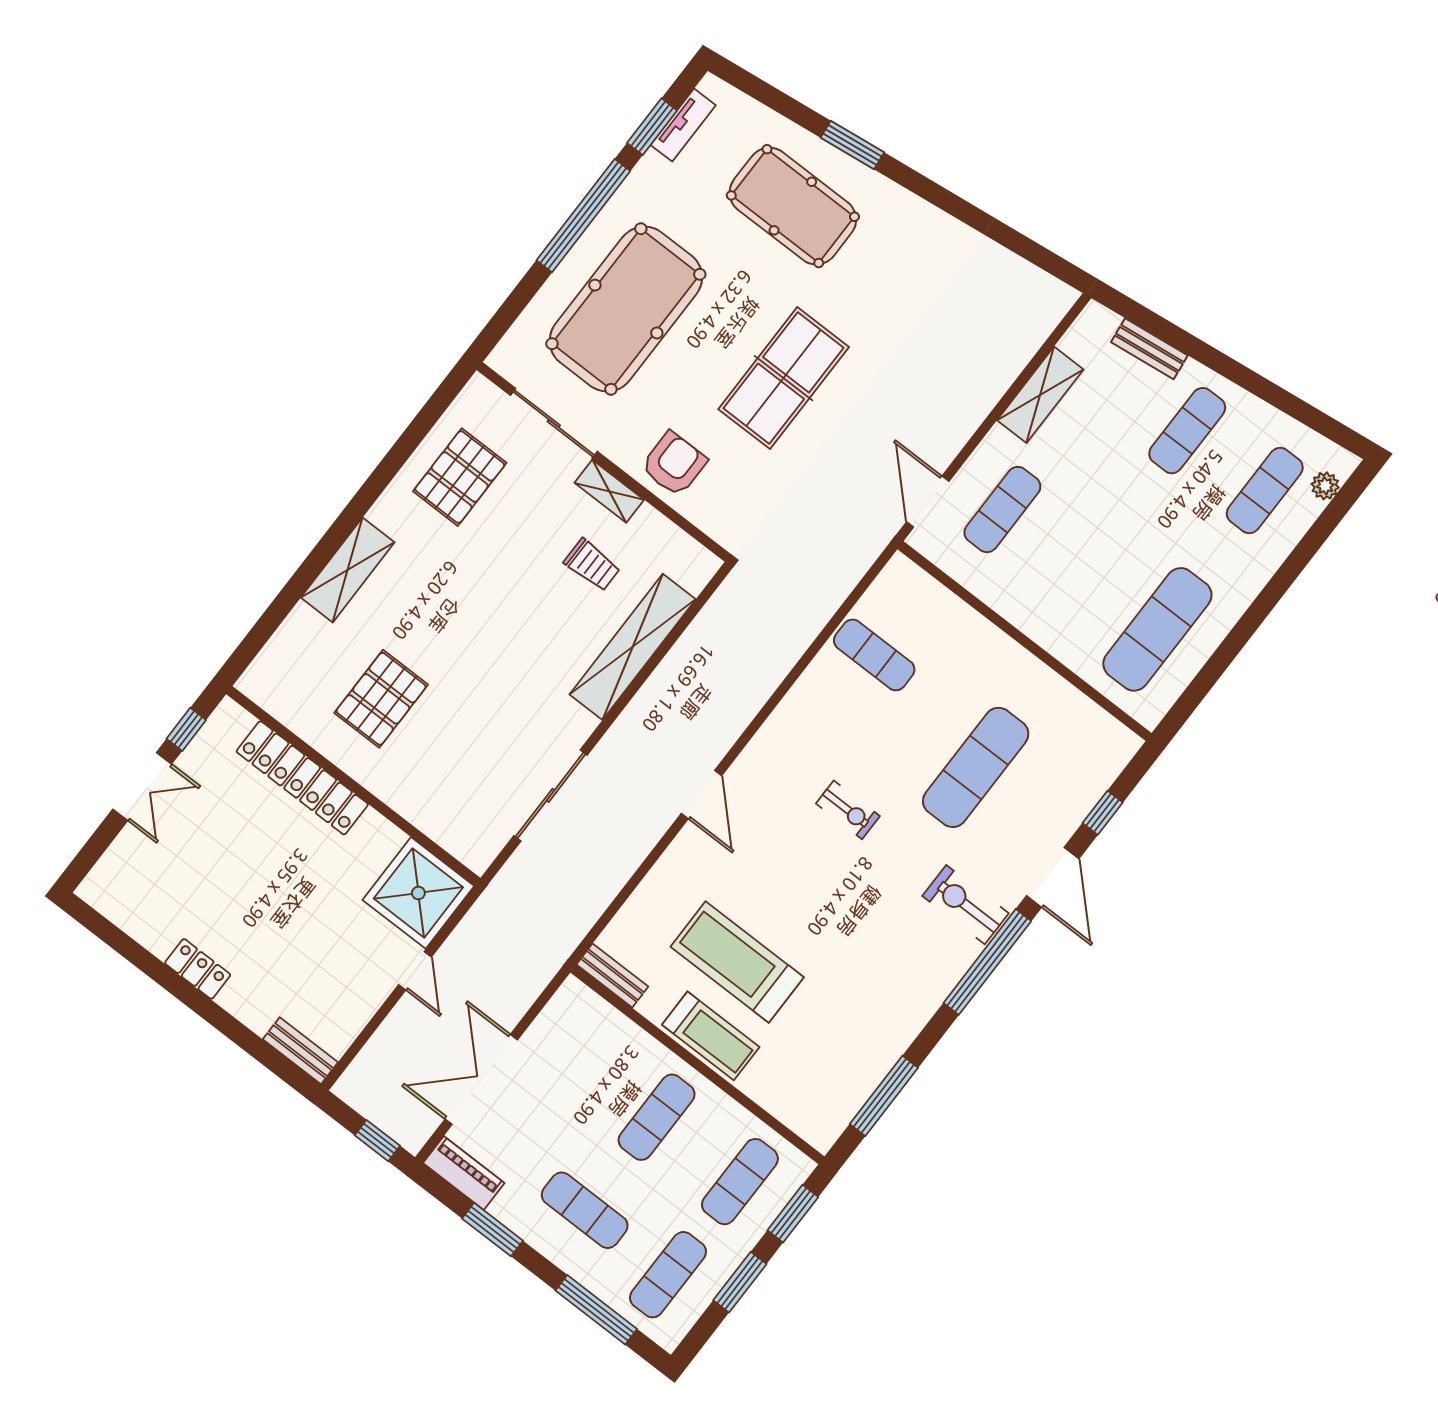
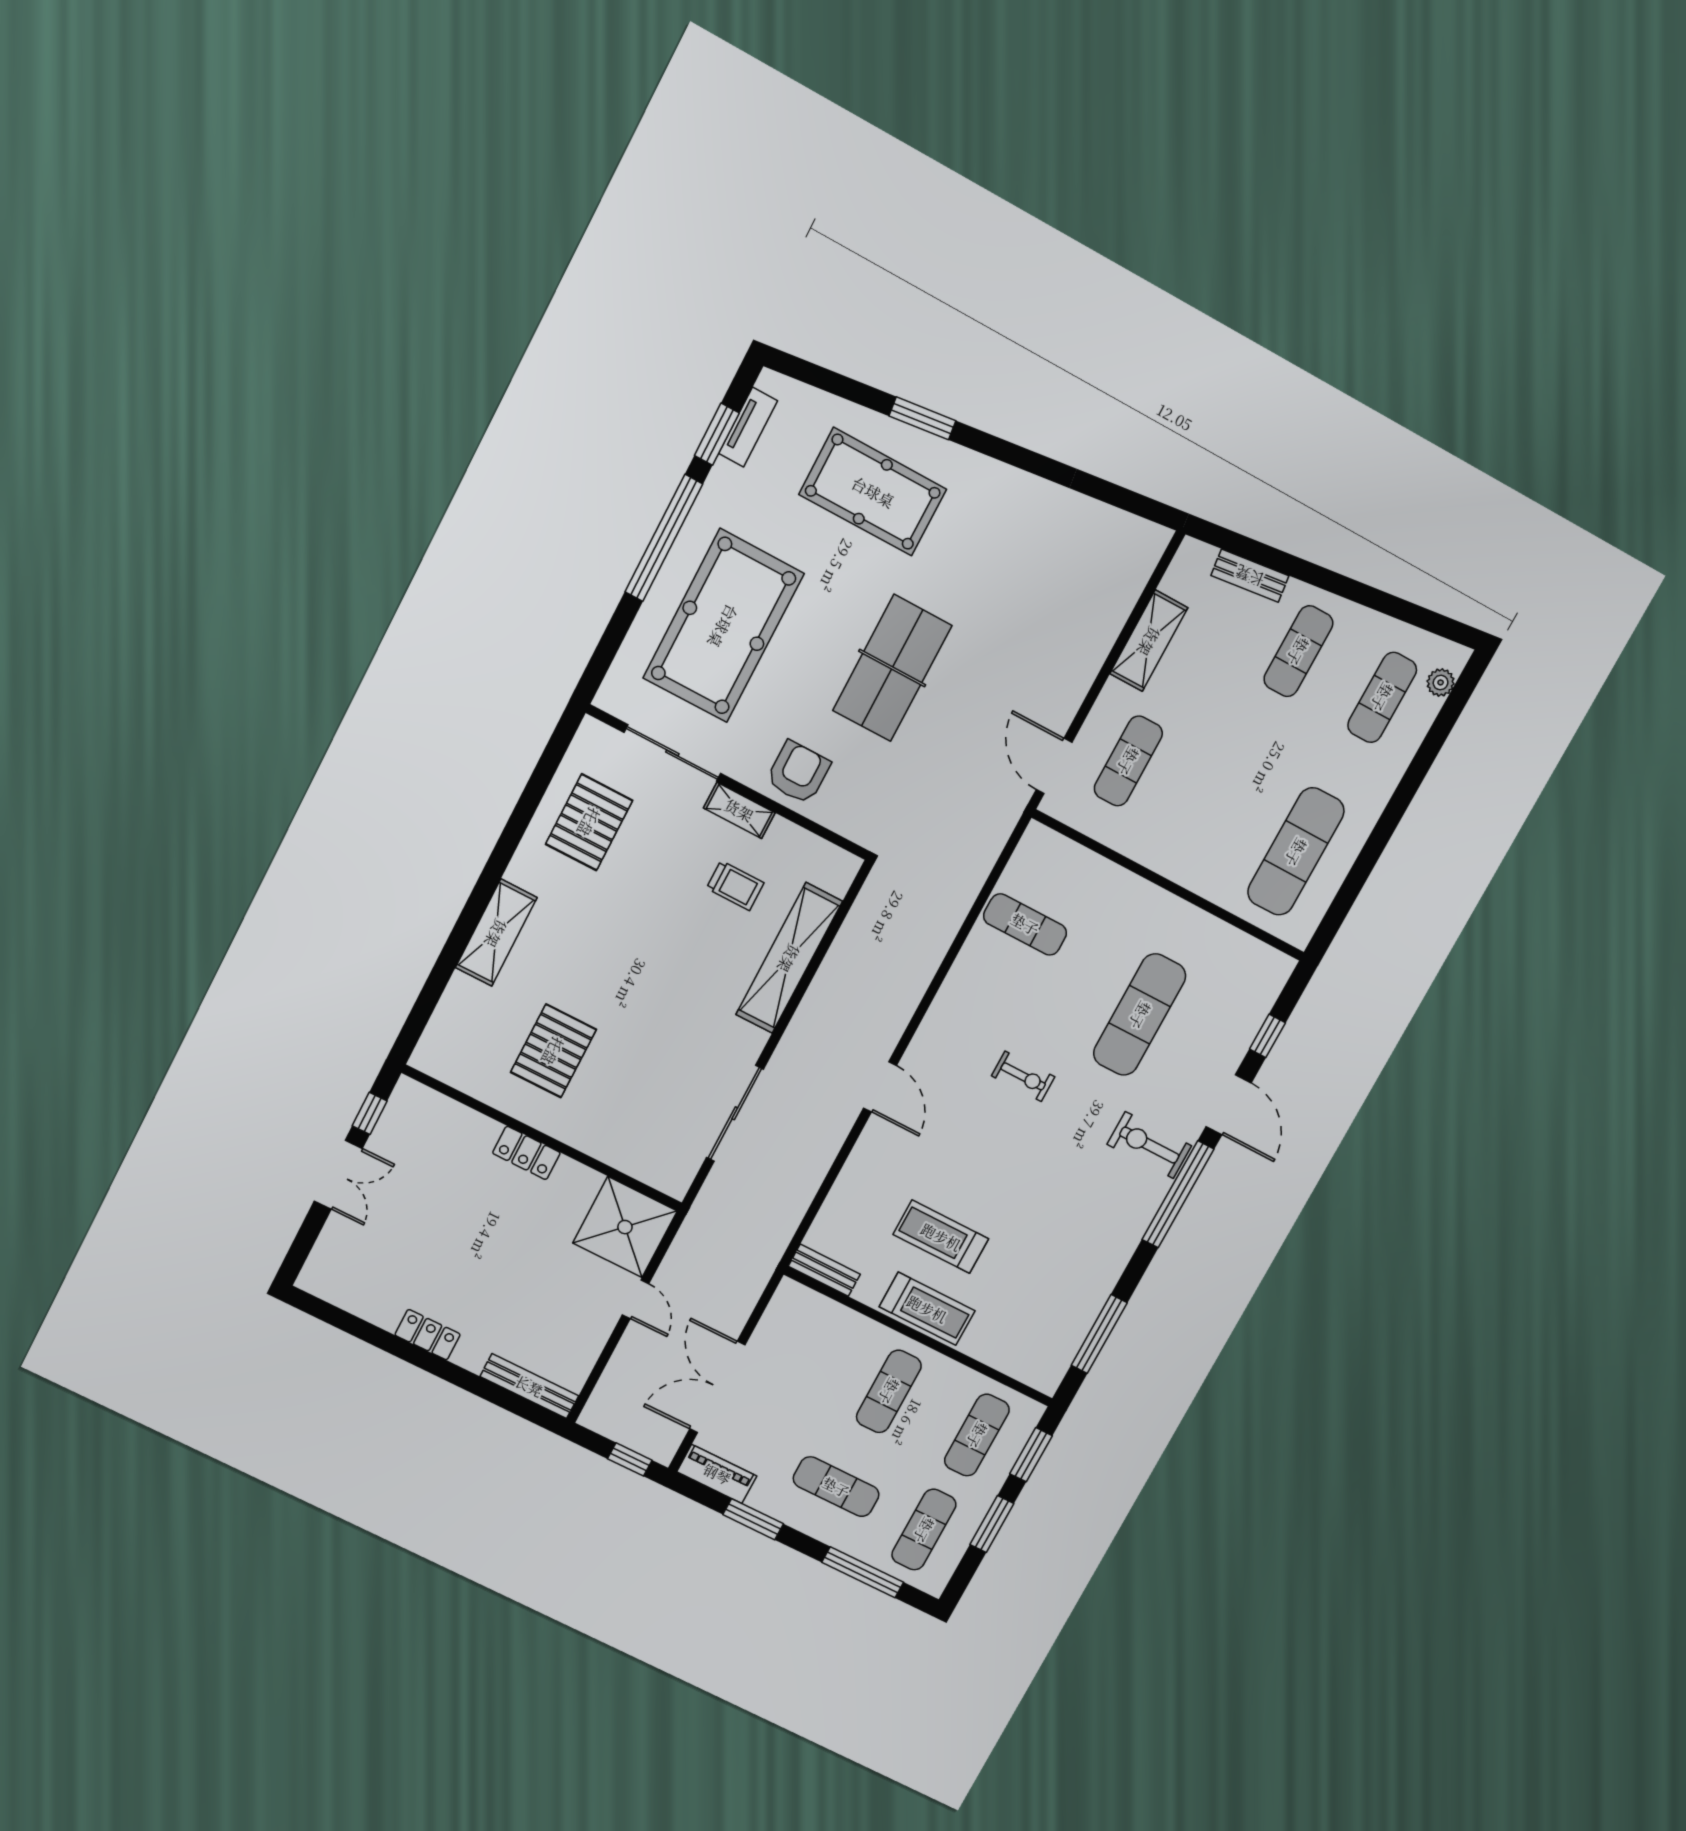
locker: (302, 778) -> (526, 1153), width x0.46, depth x0.83
treadmill: (737, 962) -> (941, 1237), width x0.73, depth x0.73
bench: (300, 1051) -> (529, 1386), width x1.36

